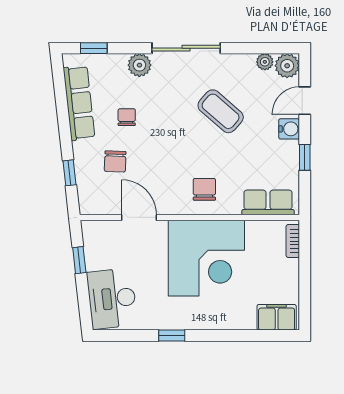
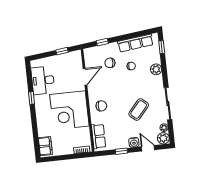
sliding door: (186, 48) -> (168, 104), moved
desk: (112, 299) -> (43, 80), moved, turned -84

